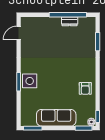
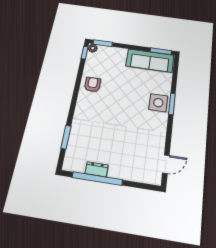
sofa: (56, 118) -> (150, 60), moved

